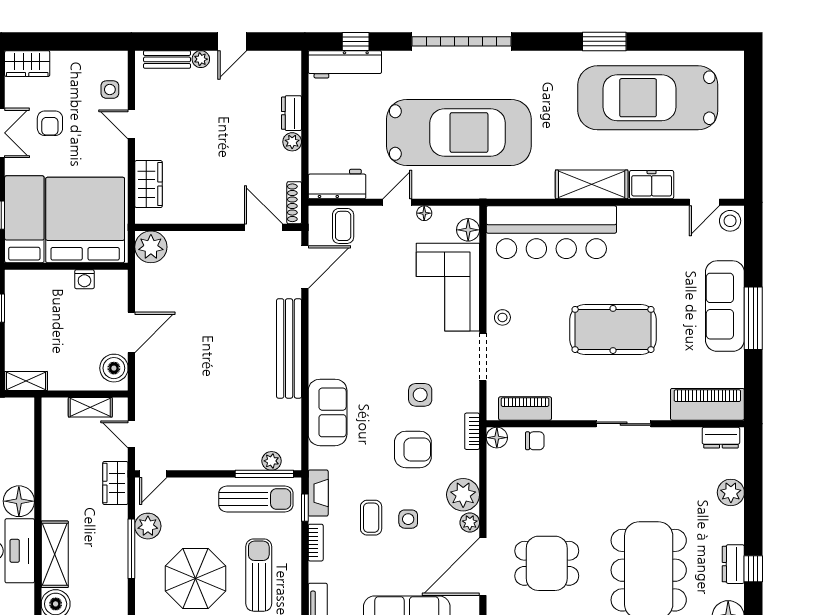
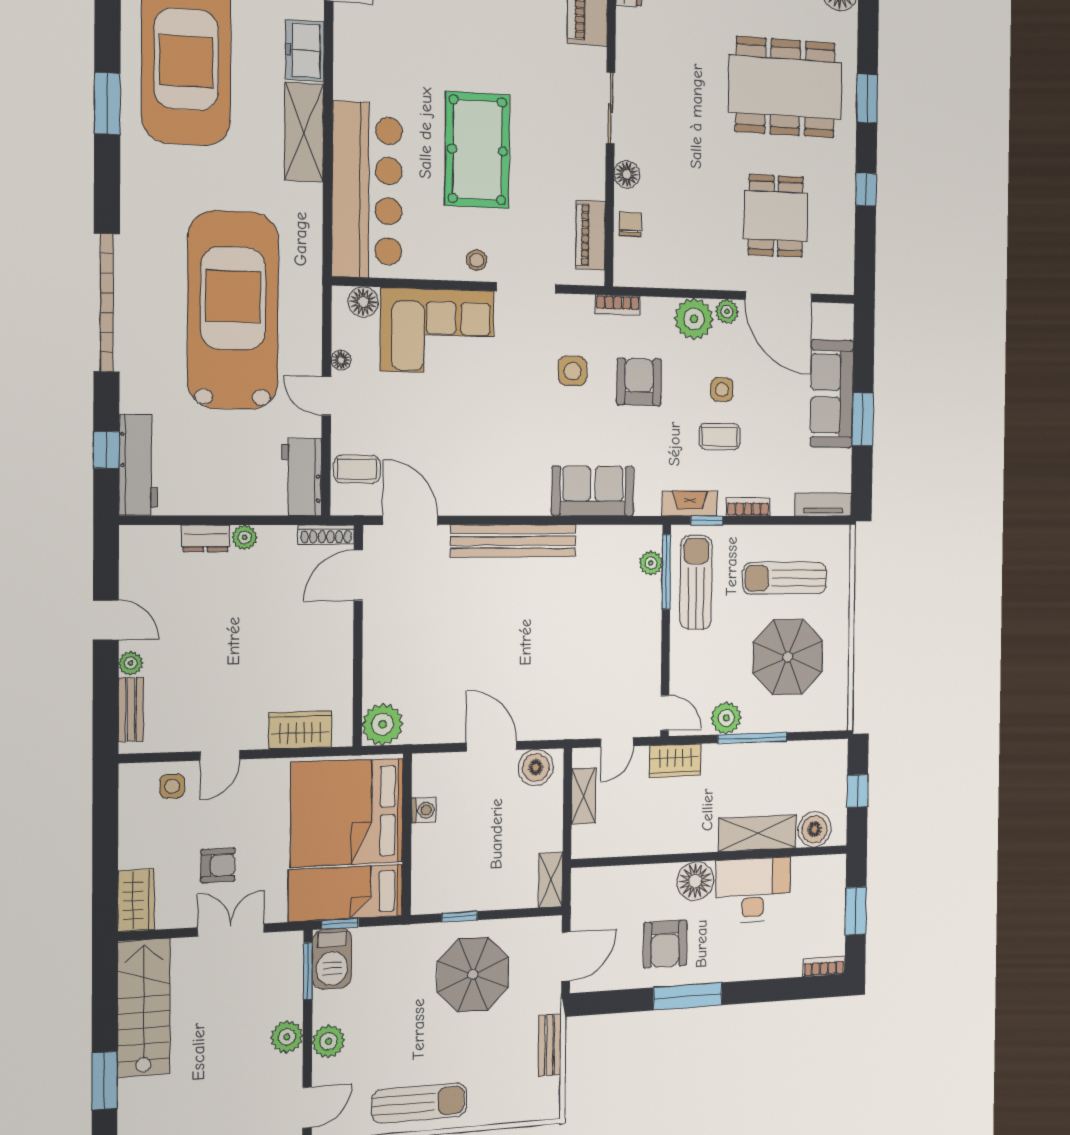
pool table: (613, 329) -> (477, 150), moved
floor lamp: (497, 438) -> (627, 174), moved

